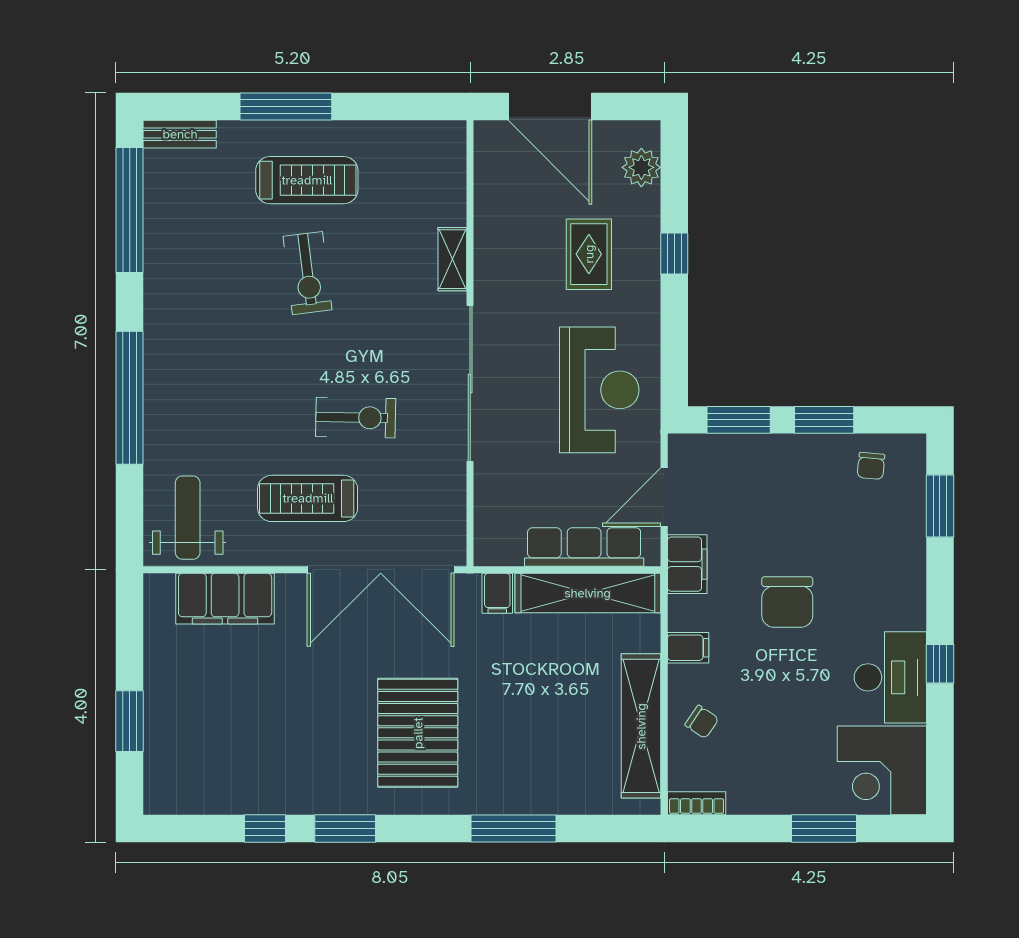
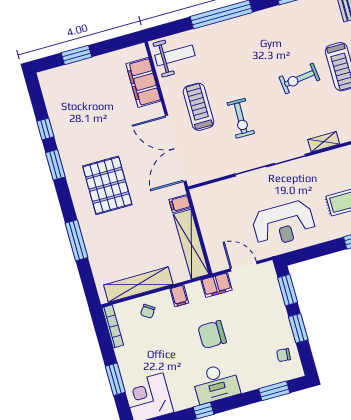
row of seats: (584, 547) -> (211, 237), removed
desk: (890, 677) -> (216, 383), moved
pallet: (418, 733) -> (107, 185), turned 90
bookcase: (697, 803) -> (113, 326), width x1.56

